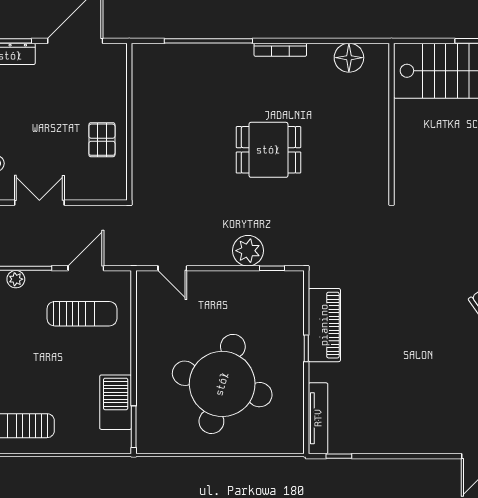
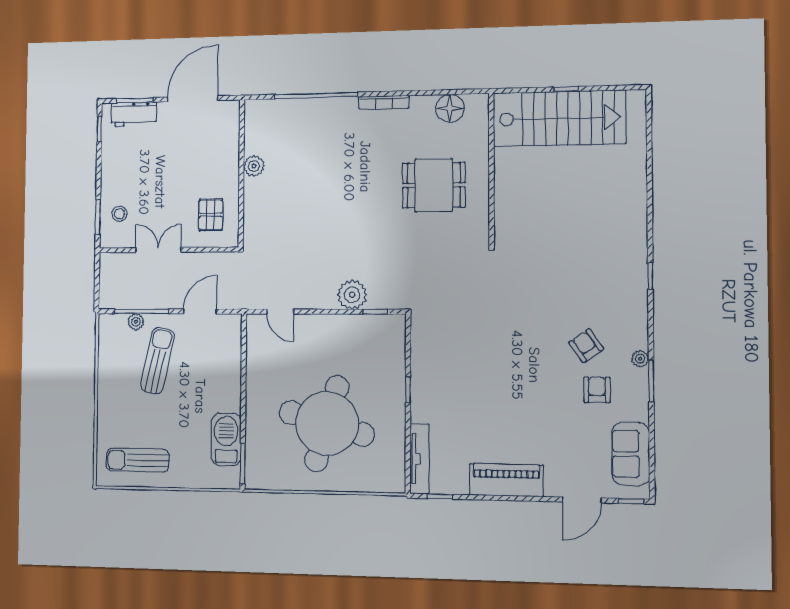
plant: (143, 114) -> (254, 166), added
pallet: (102, 140) -> (211, 215), moved
dining table: (268, 150) -> (434, 185), moved
sun lounger: (82, 314) -> (157, 361), moved, turned -78
piano: (324, 325) -> (506, 480), moved, turned -90

